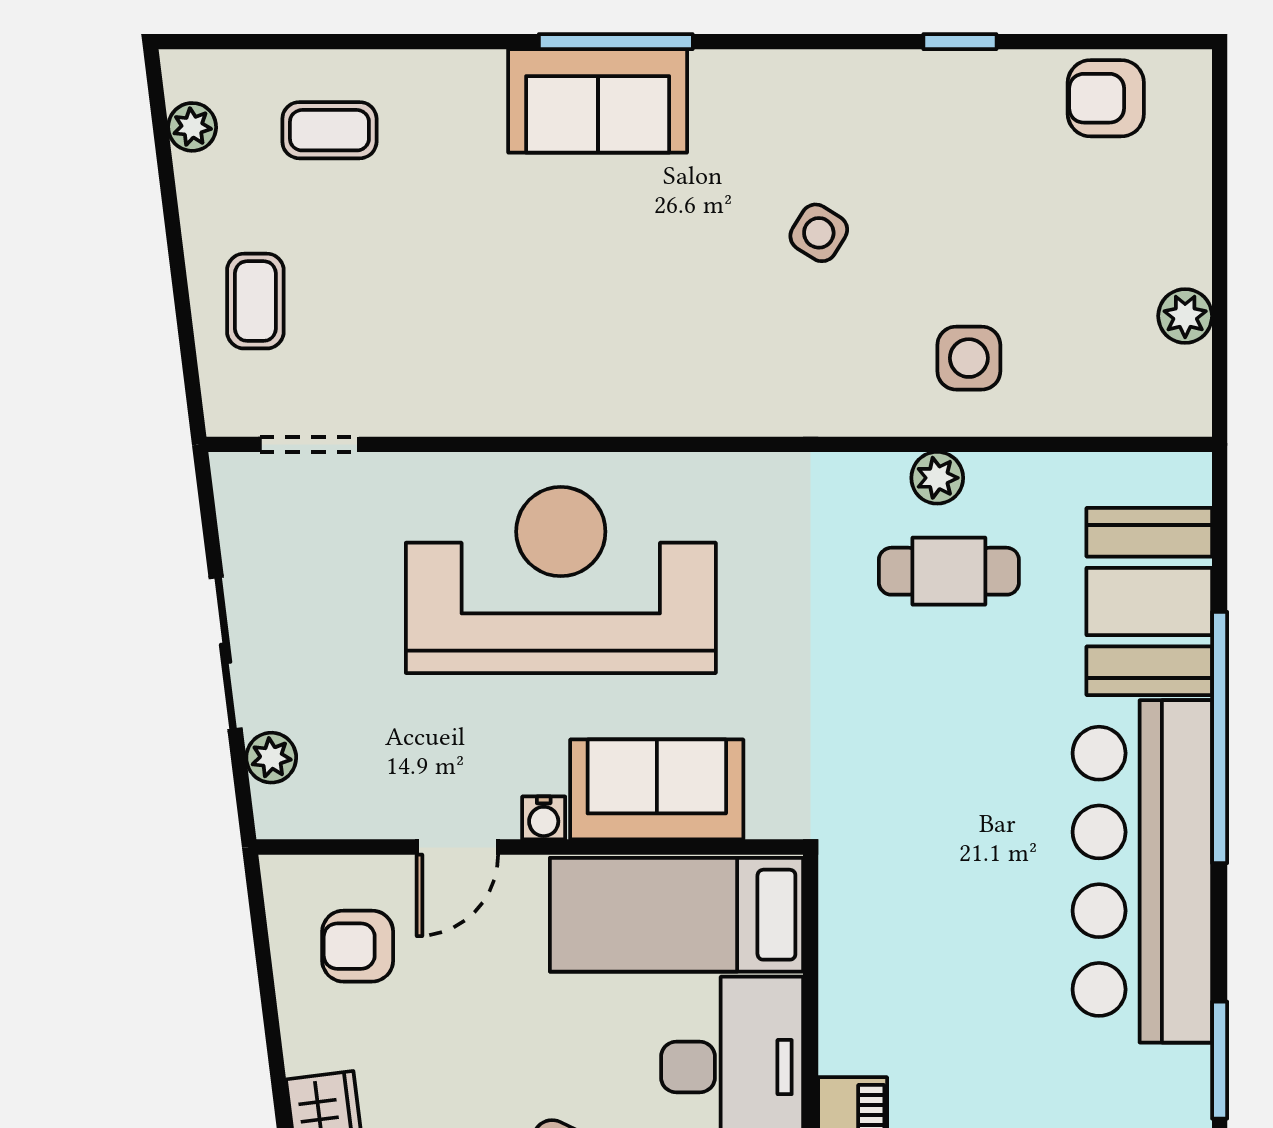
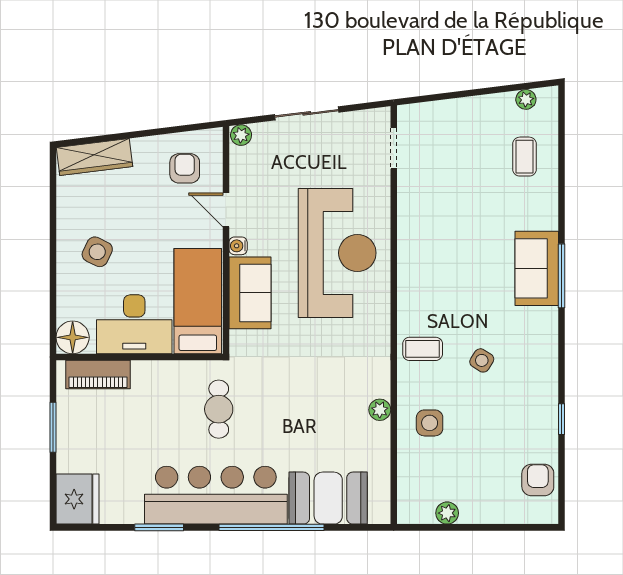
coffee table: (255, 301) -> (423, 349), moved
cafe table: (949, 571) -> (219, 409), moved
plant: (271, 758) -> (241, 135), moved
window: (1220, 1060) -> (159, 527), moved

